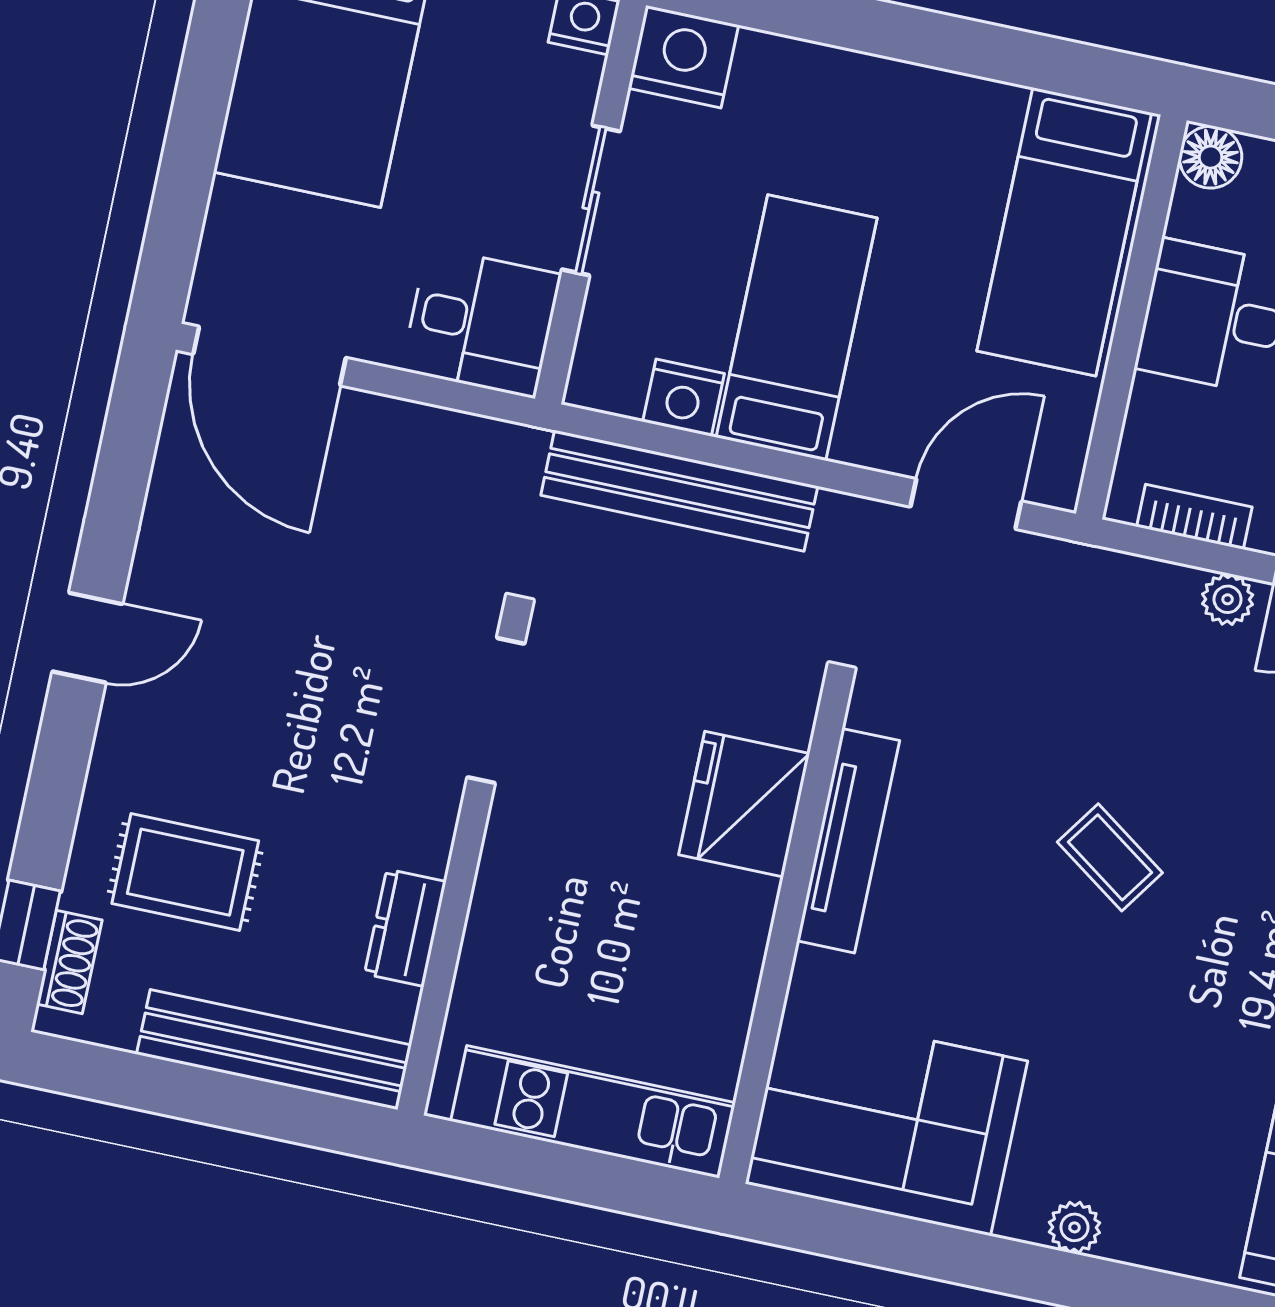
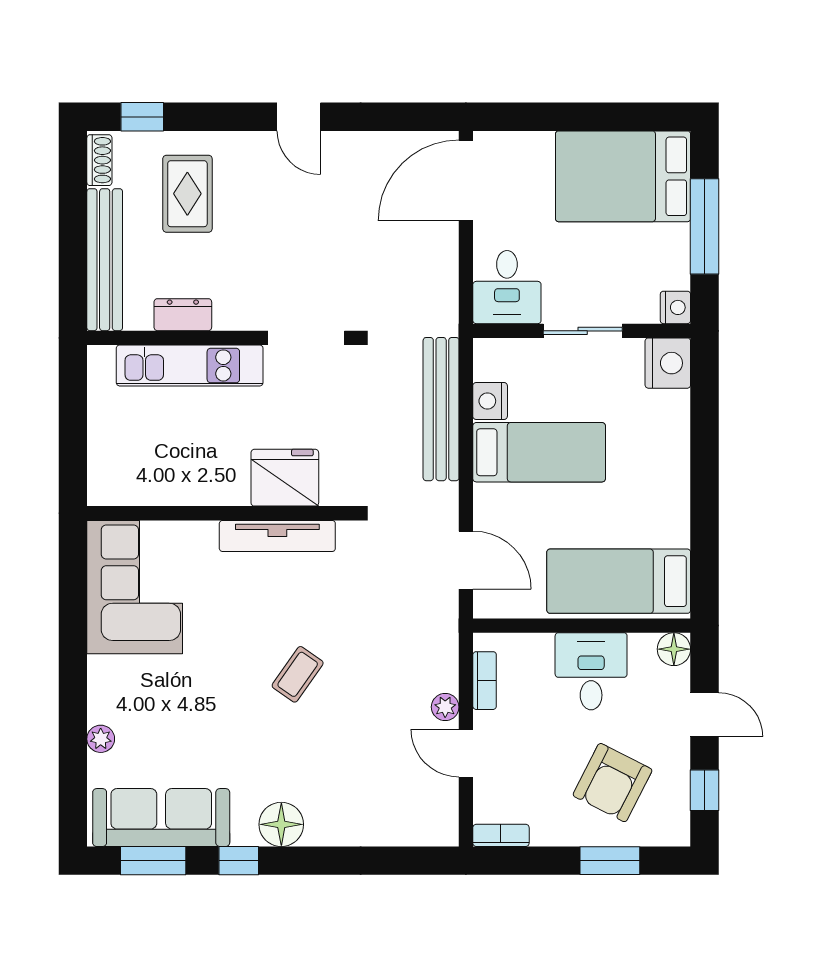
shoe rack: (69, 962) -> (99, 160), moved, turned -90
kitchen unit: (593, 1112) -> (190, 365), moved, turned 90
plant: (1074, 1227) -> (101, 739), moved

